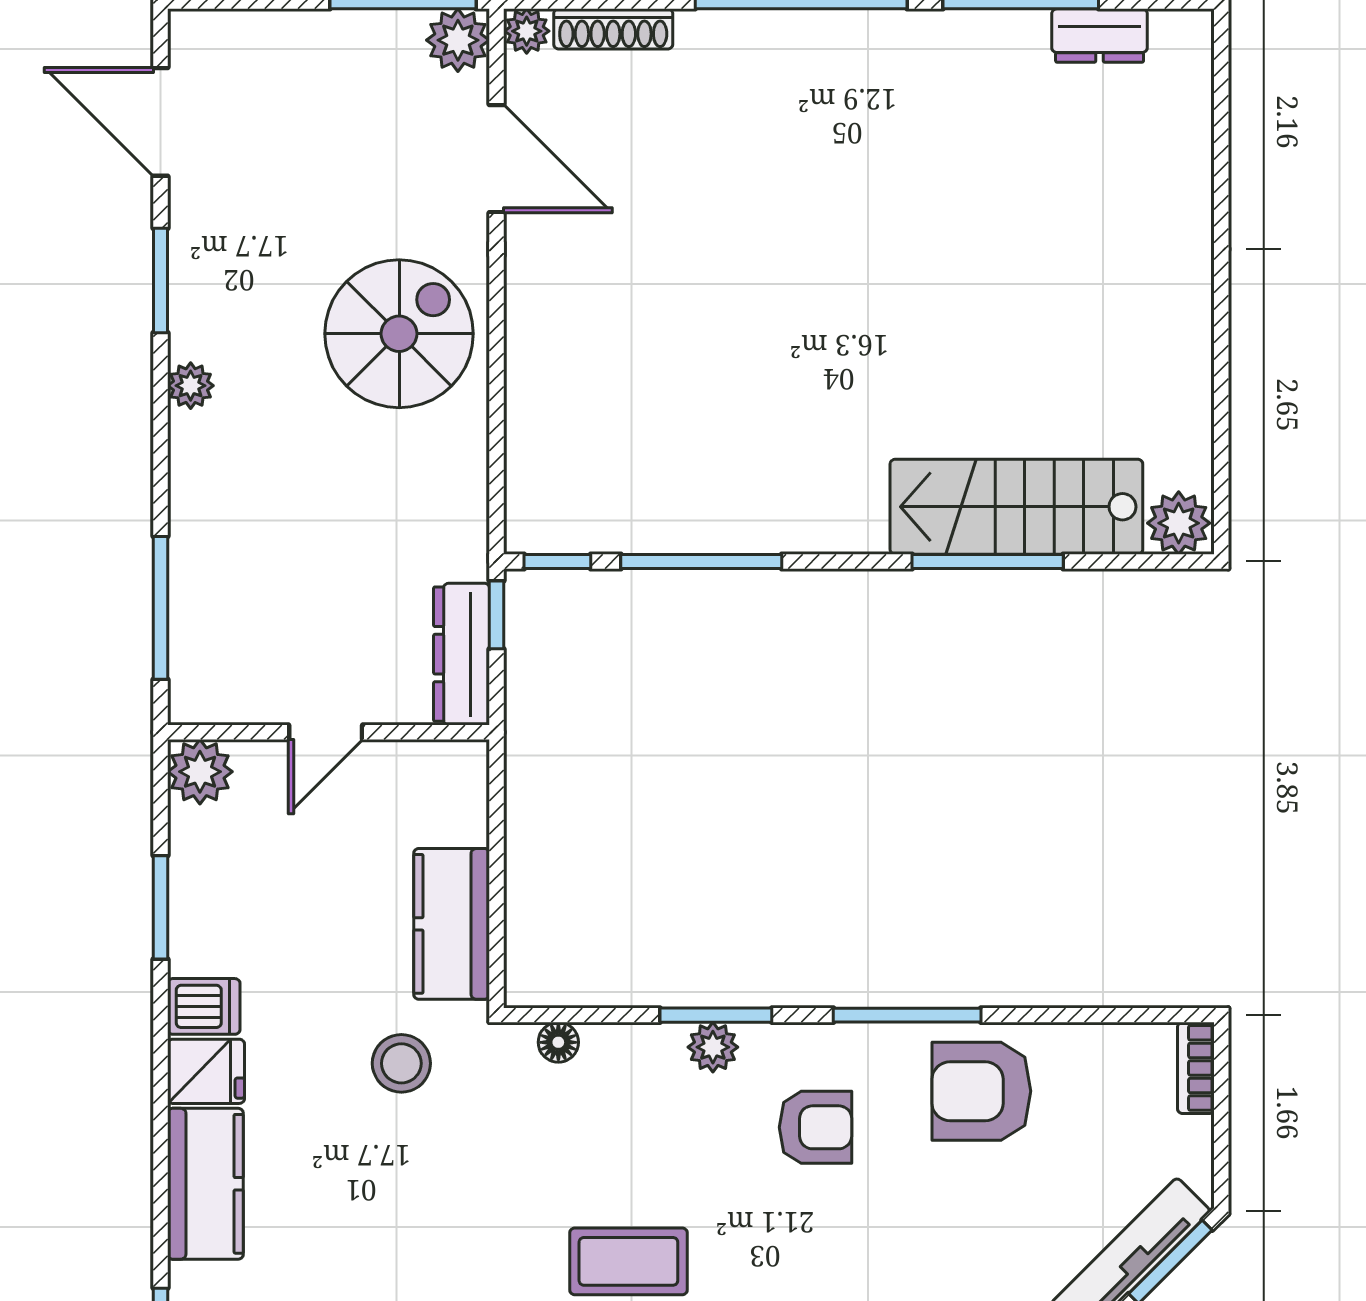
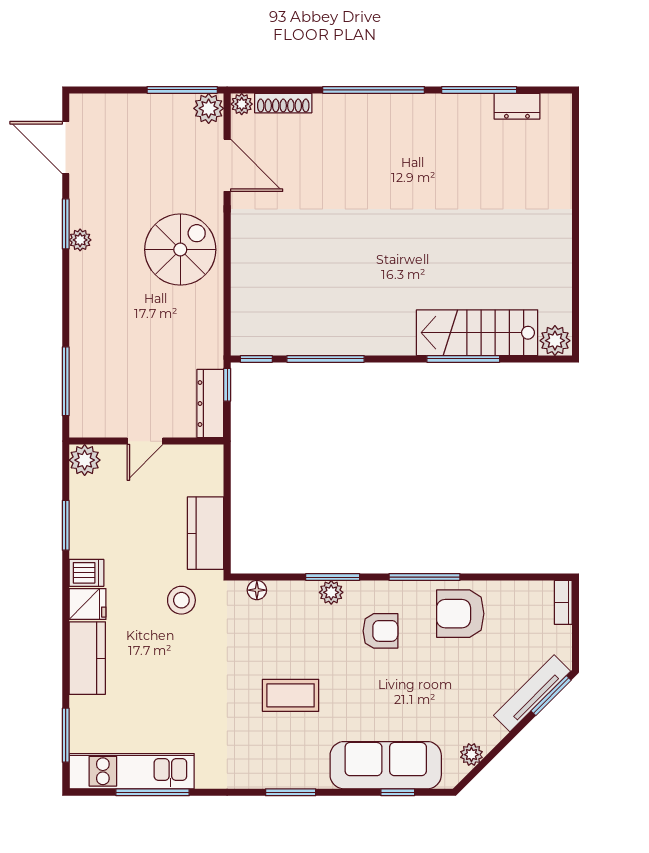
plant: (191, 386) -> (80, 240), moved

